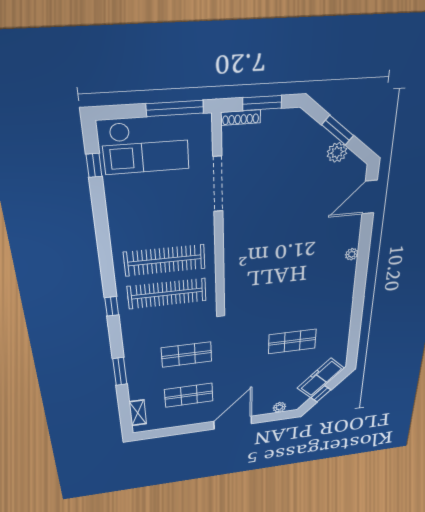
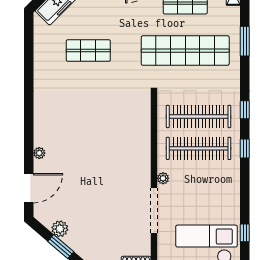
plant: (207, 223) -> (163, 178), added
plant: (352, 254) -> (39, 153), moved
window: (107, 266) -> (245, 149), added
shop shelf: (187, 355) -> (185, 51), width x2.00, depth x1.36

